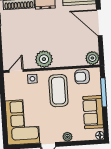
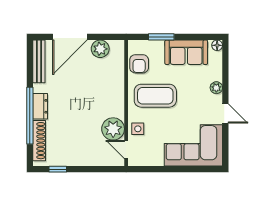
plant: (92, 58) -> (100, 49), moved
plant: (44, 59) -> (113, 129), moved
window: (104, 92) -> (161, 37), width x0.69

